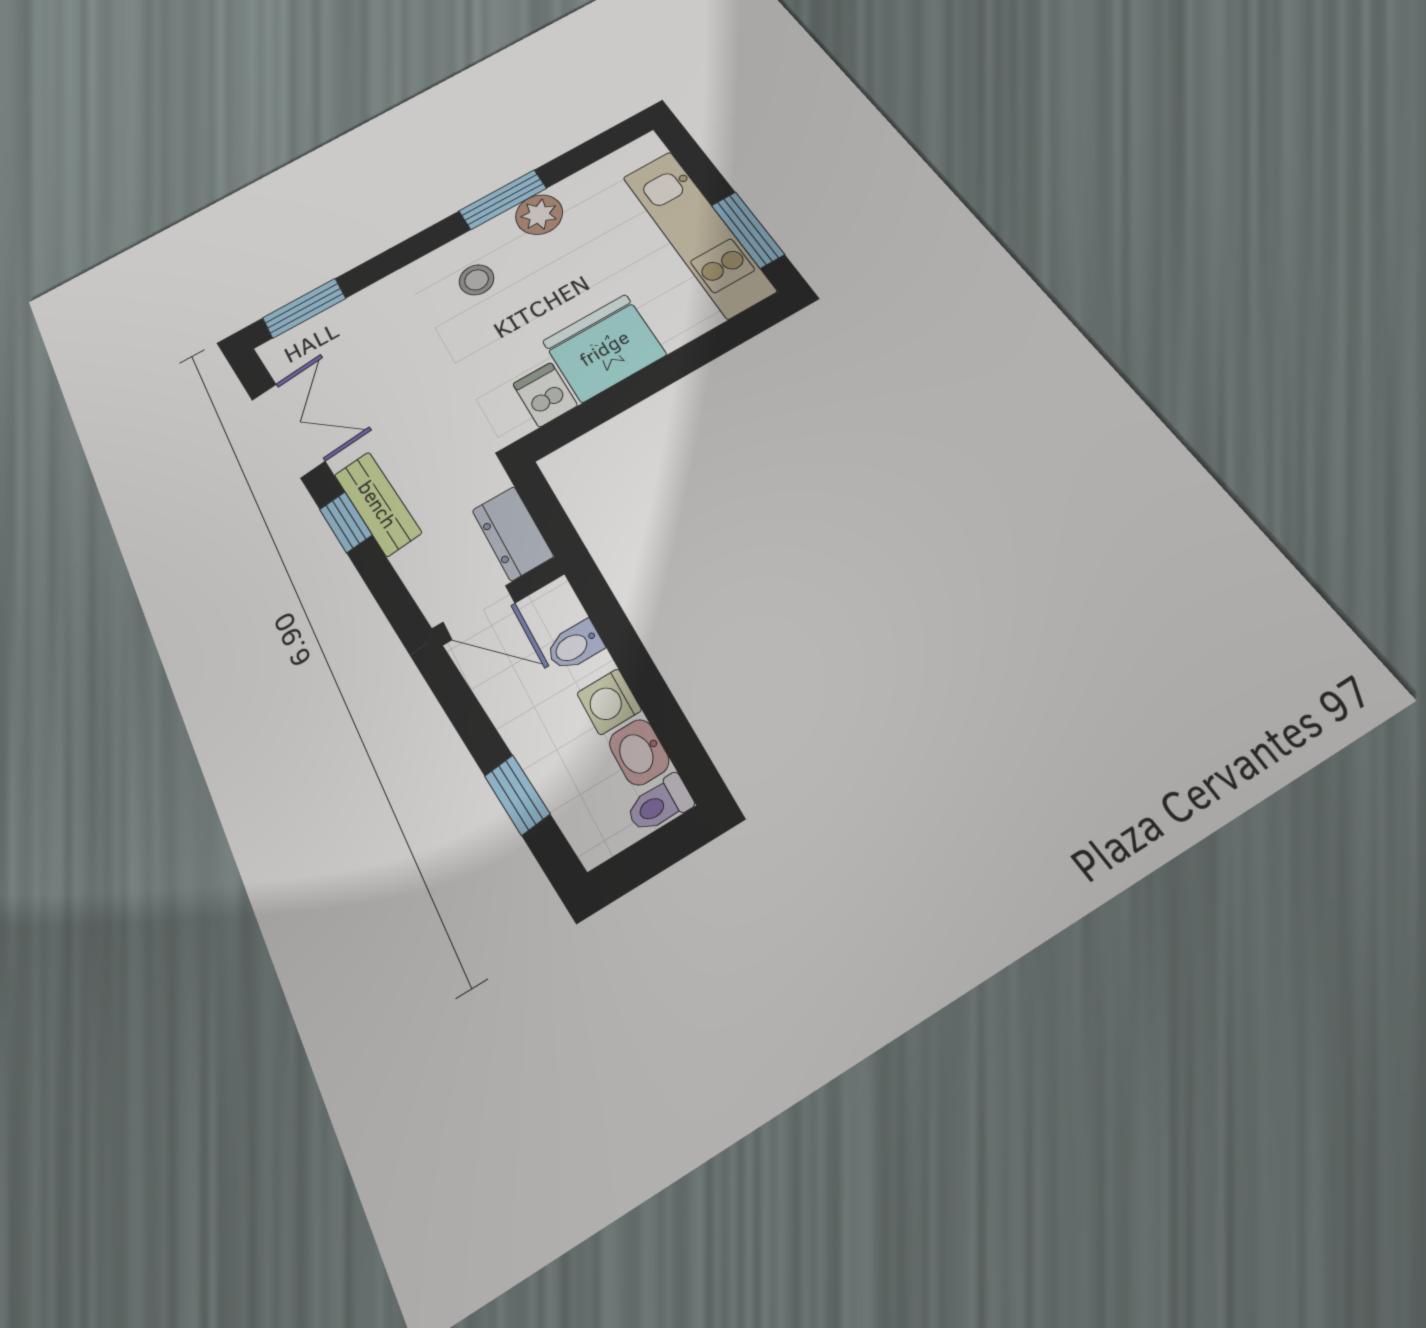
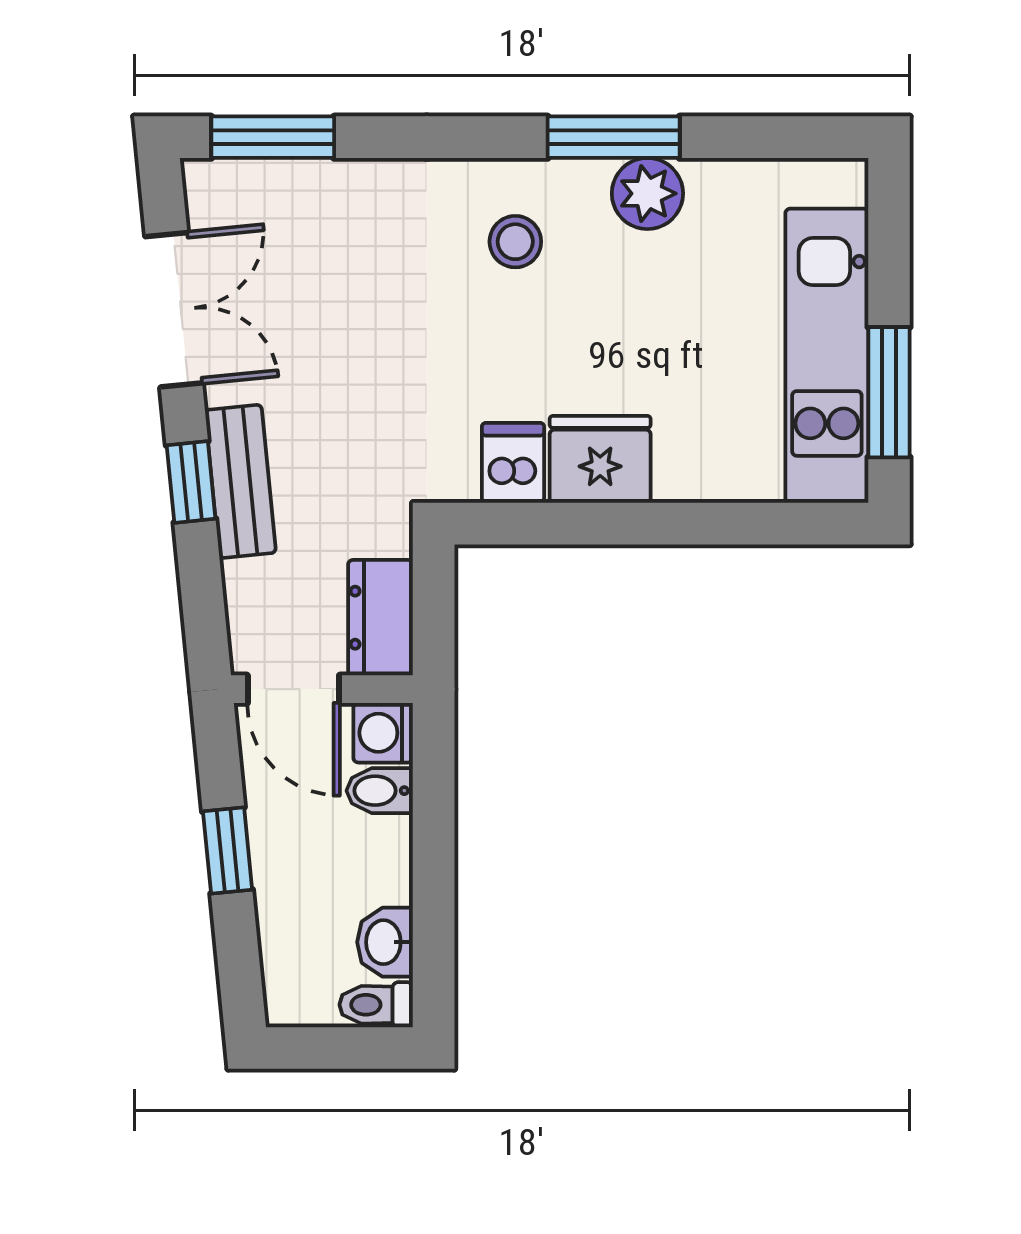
fridge: (604, 348) -> (600, 459), width x0.73, depth x0.75
washing machine: (609, 702) -> (383, 733), moved
window: (517, 795) -> (228, 851), moved

